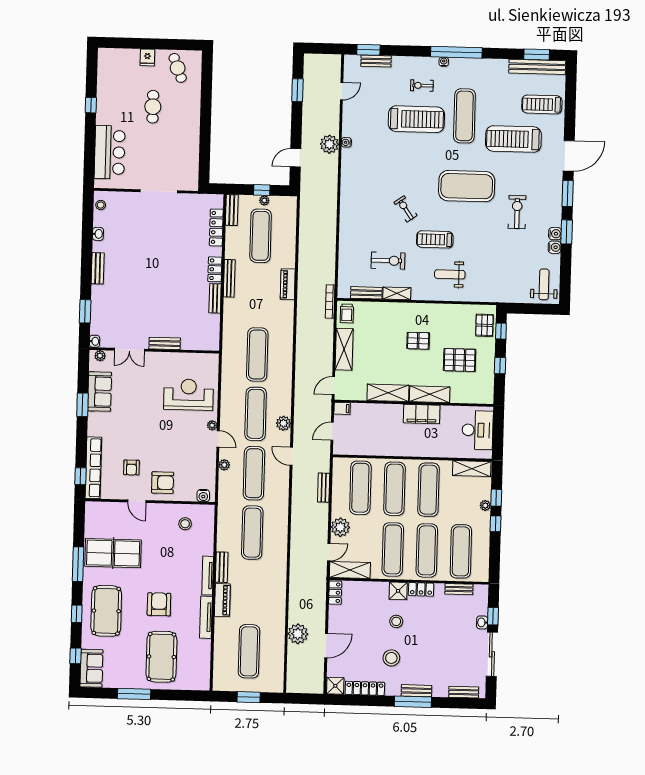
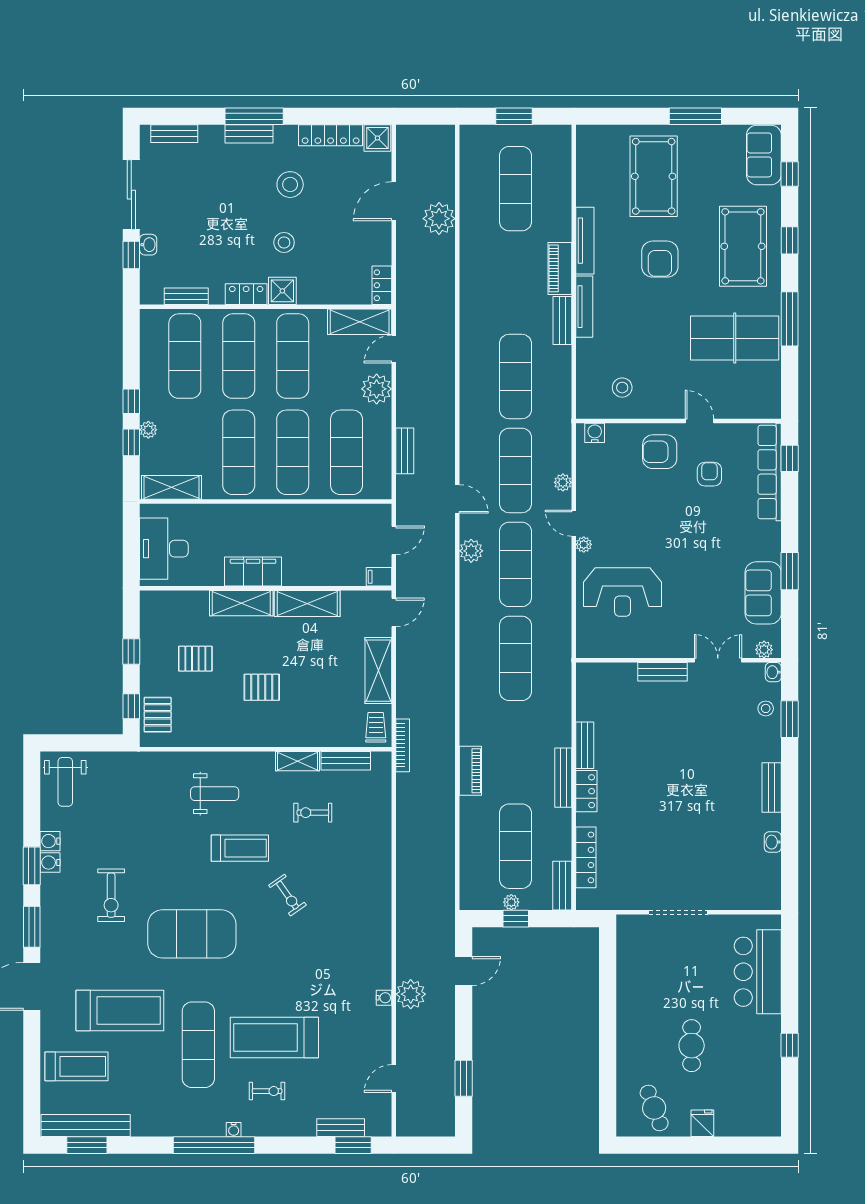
stool: (101, 205) -> (766, 708), moved
exercise bike: (388, 261) -> (313, 813), width x0.73, depth x0.72
pallet: (460, 360) -> (195, 659), width x0.67, depth x0.71

